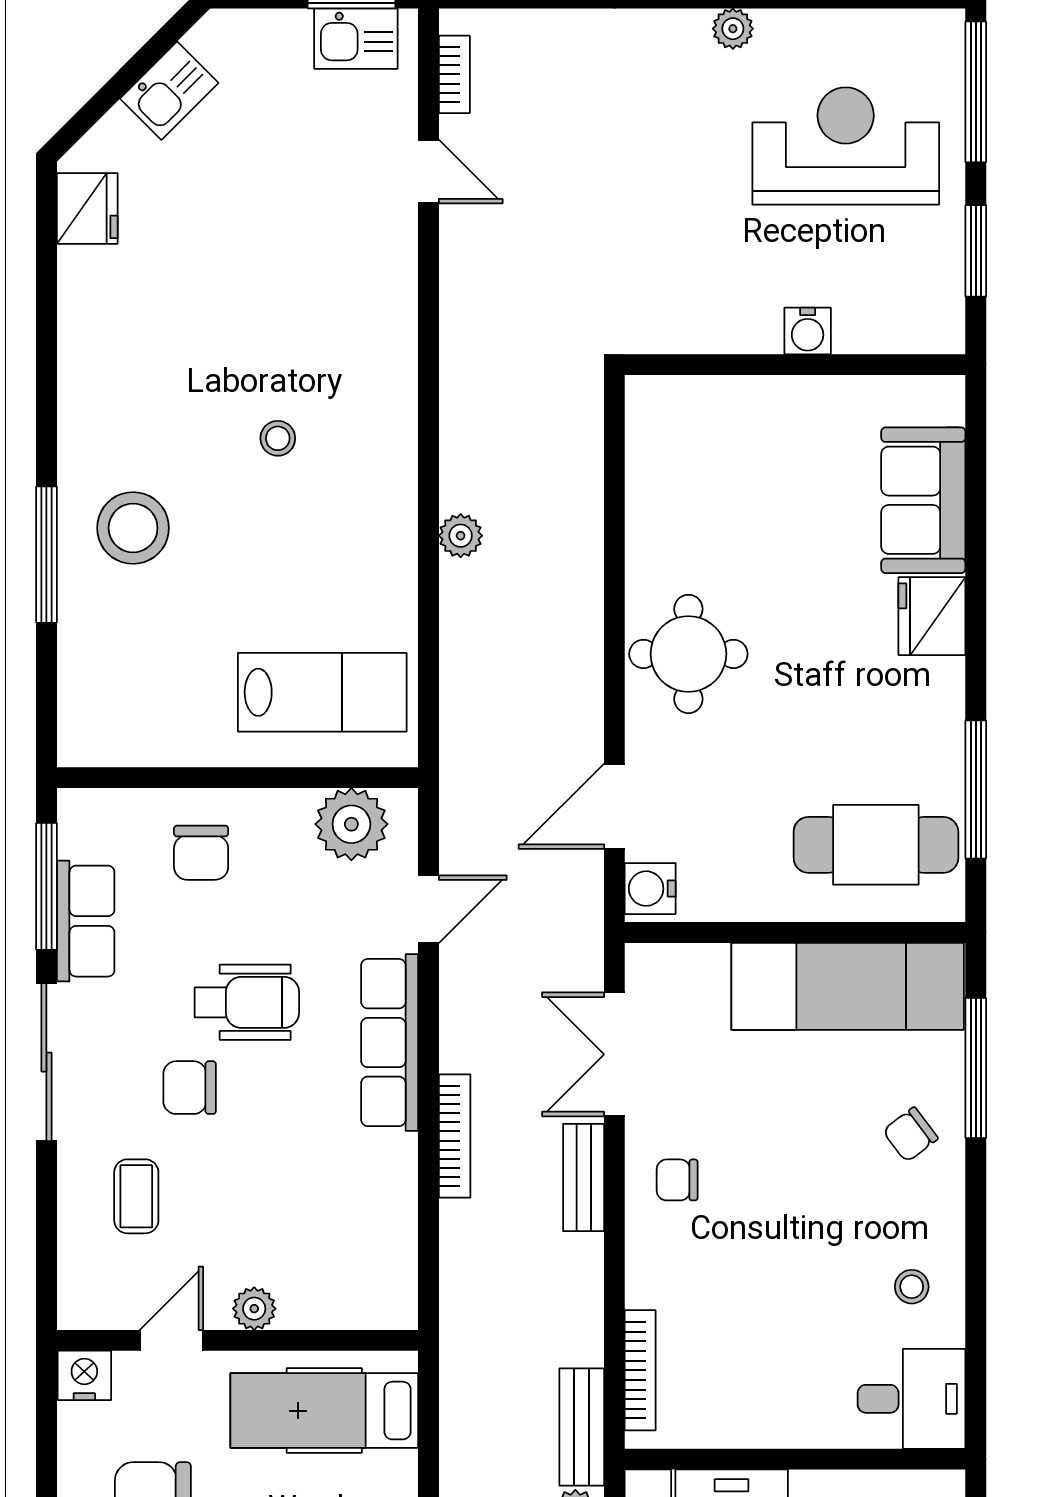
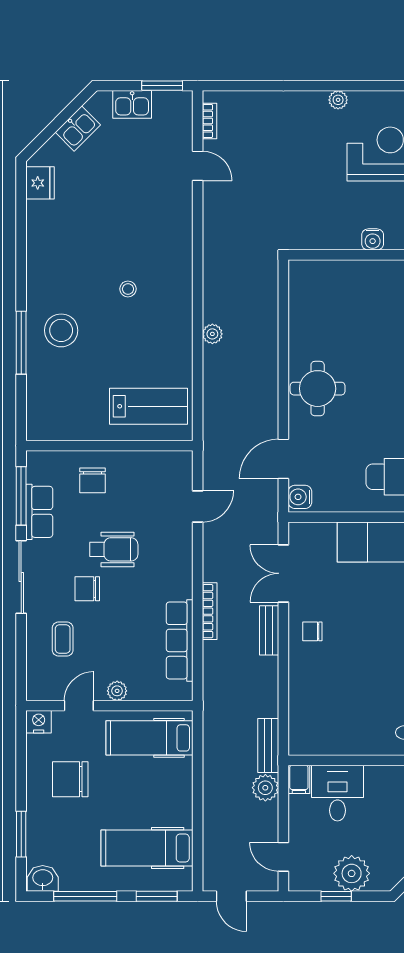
kitchen sink: (356, 39) -> (132, 104), moved
plant: (351, 824) -> (162, 467), removed
row of seats: (390, 1043) -> (180, 640), moved
bookcase: (640, 1370) -> (295, 719), removed

